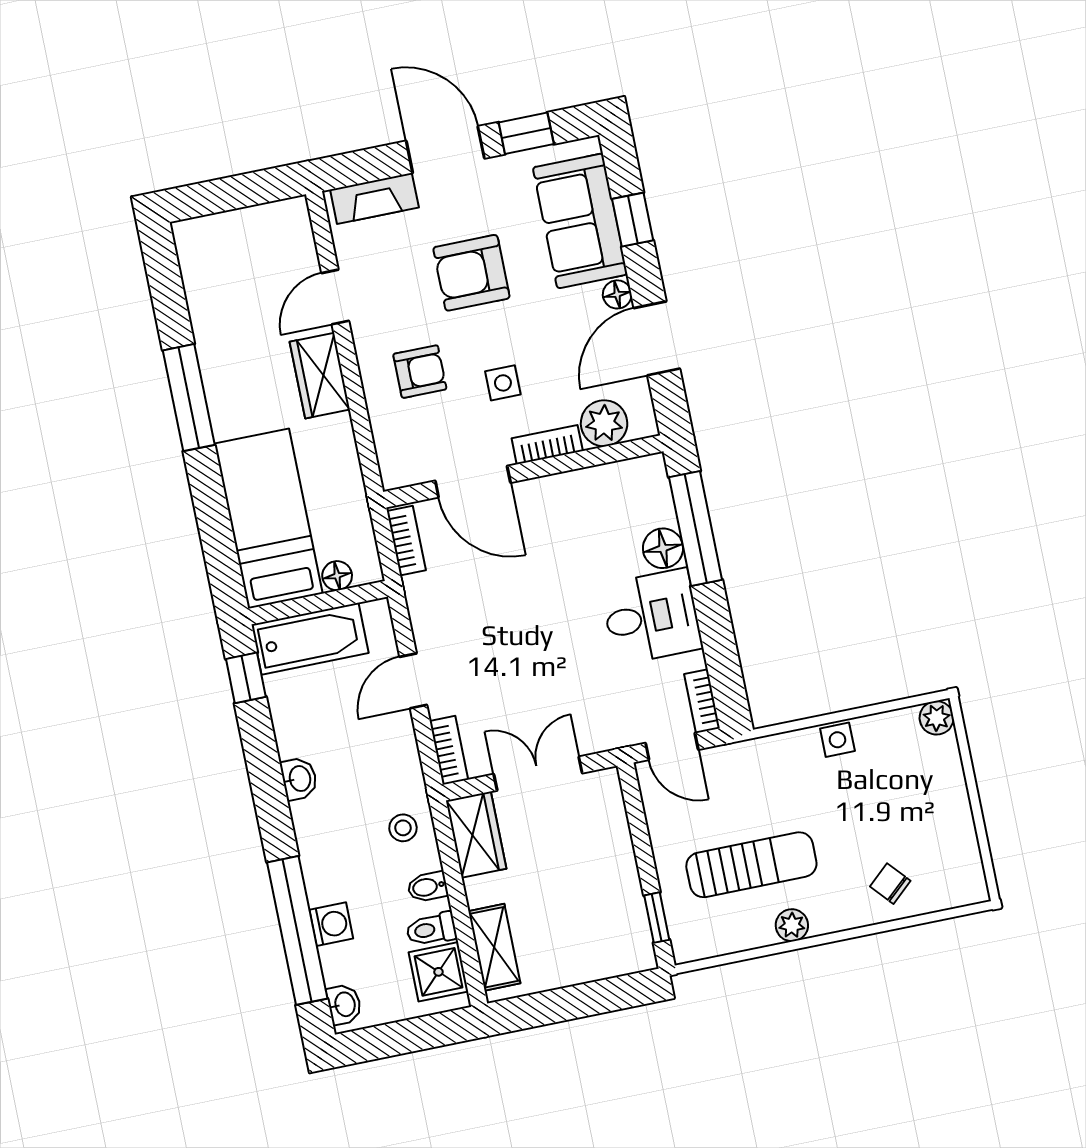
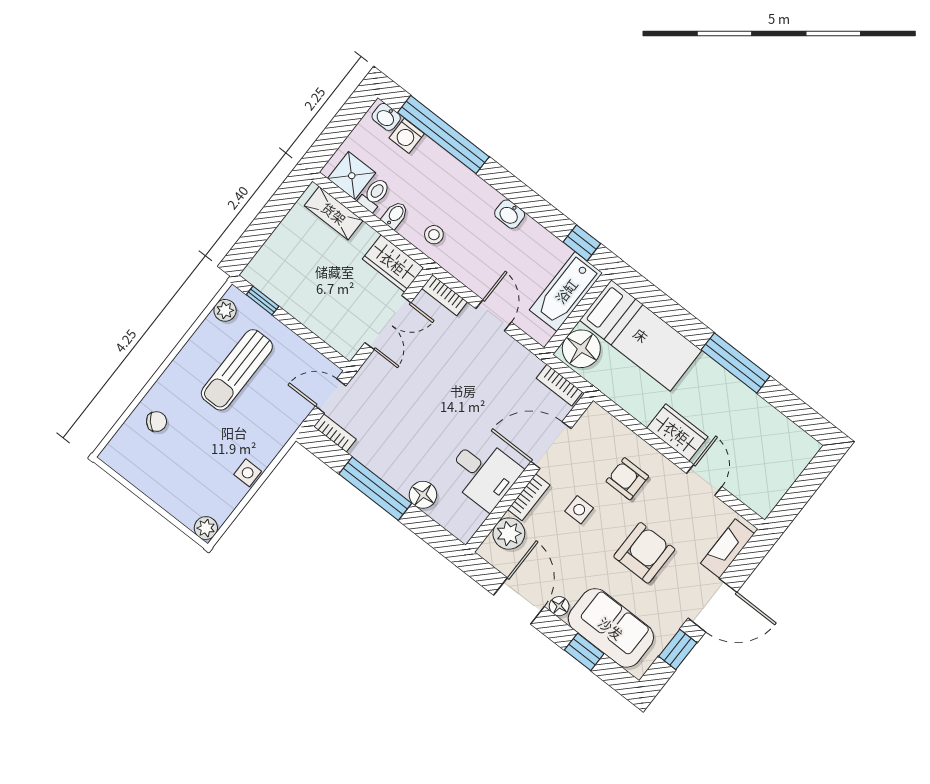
armchair: (420, 372) -> (627, 479), turned 90
window: (696, 528) -> (375, 489), moved
floor lamp: (337, 576) -> (581, 349), width x1.89, depth x1.89
desk: (651, 617) -> (484, 473), moved, turned -90
washing machine: (331, 924) -> (407, 136), moved
plant: (792, 925) -> (225, 310), moved

